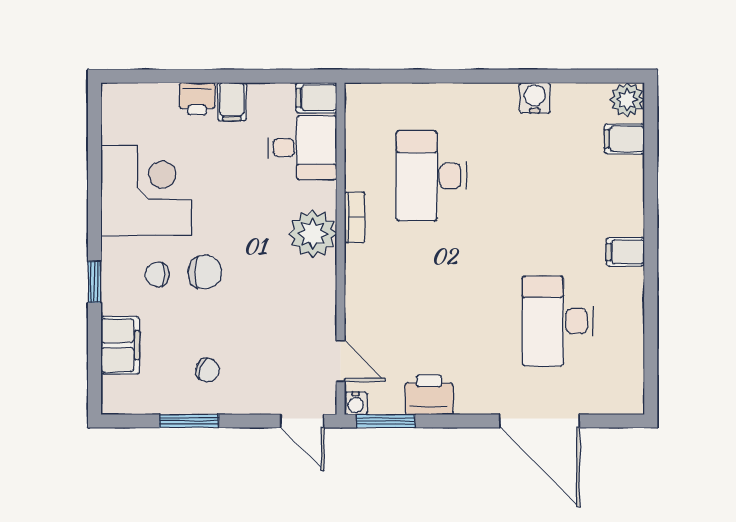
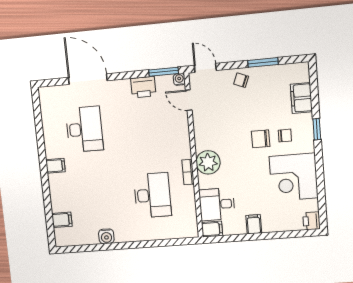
printer: (197, 99) -> (312, 221), moved, turned -90
plant: (627, 100) -> (63, 238), removed
chair: (208, 370) -> (241, 80), moved

